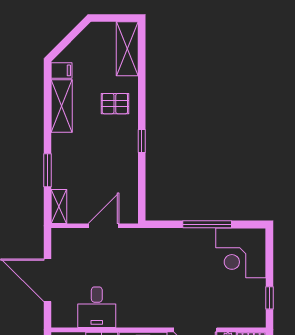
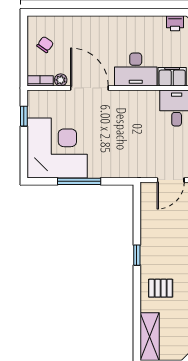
corner desk: (241, 253) -> (57, 148), width x1.36, depth x1.36

